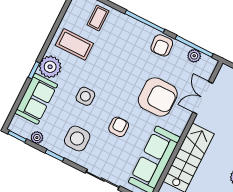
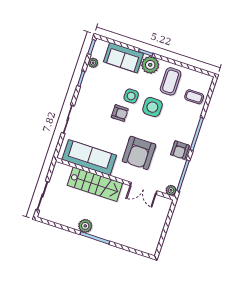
armchair: (162, 45) -> (180, 150), turned -86
plant: (194, 56) -> (171, 190), moved
double door: (203, 98) -> (144, 188), swing flipped
armchair: (119, 127) -> (120, 113), moved
side table: (77, 139) -> (152, 107), moved

